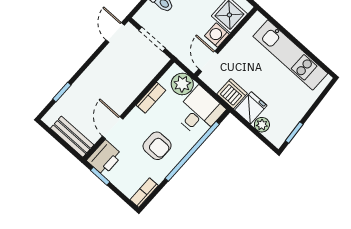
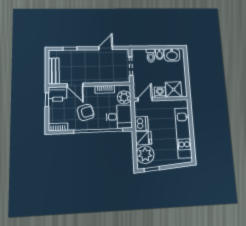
door: (115, 33) -> (106, 48), moved
plant: (262, 125) -> (145, 155), width x1.88, depth x1.88
door: (113, 128) -> (75, 85), swing flipped
armchair: (157, 146) -> (86, 112), turned -105

